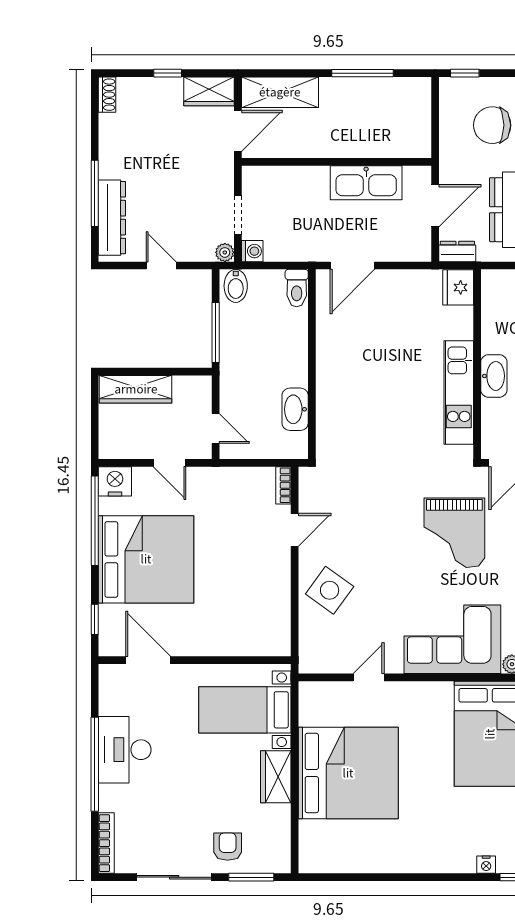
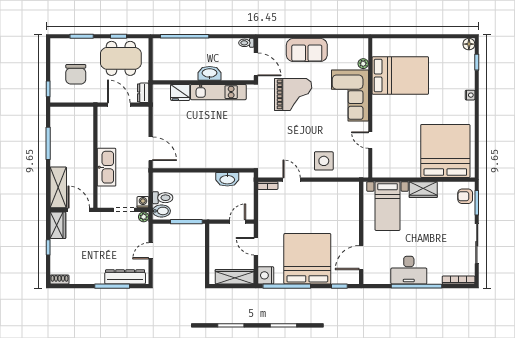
kitchen sink: (366, 183) -> (107, 167), moved
fridge: (458, 287) -> (180, 92), moved
toilet: (297, 288) -> (163, 198), moved
wardrobe: (136, 389) -> (235, 277), moved, turned -90
door: (170, 463) -> (256, 246), swing flipped
side table: (330, 590) -> (324, 161), turned -36
bed: (348, 773) -> (445, 151), moved
armchair: (228, 847) -> (465, 196), moved
nightstand: (486, 865) -> (470, 95), moved

